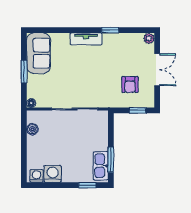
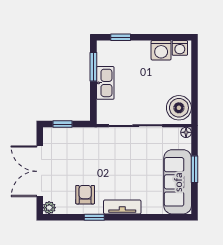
sofa: (38, 53) -> (178, 182), width x1.36
double door: (157, 70) -> (40, 171), width x1.37
armchair: (130, 85) -> (85, 195), moved
boiler: (32, 129) -> (179, 108), width x1.86, depth x1.86
kitchen sink: (101, 166) -> (105, 83), moved

